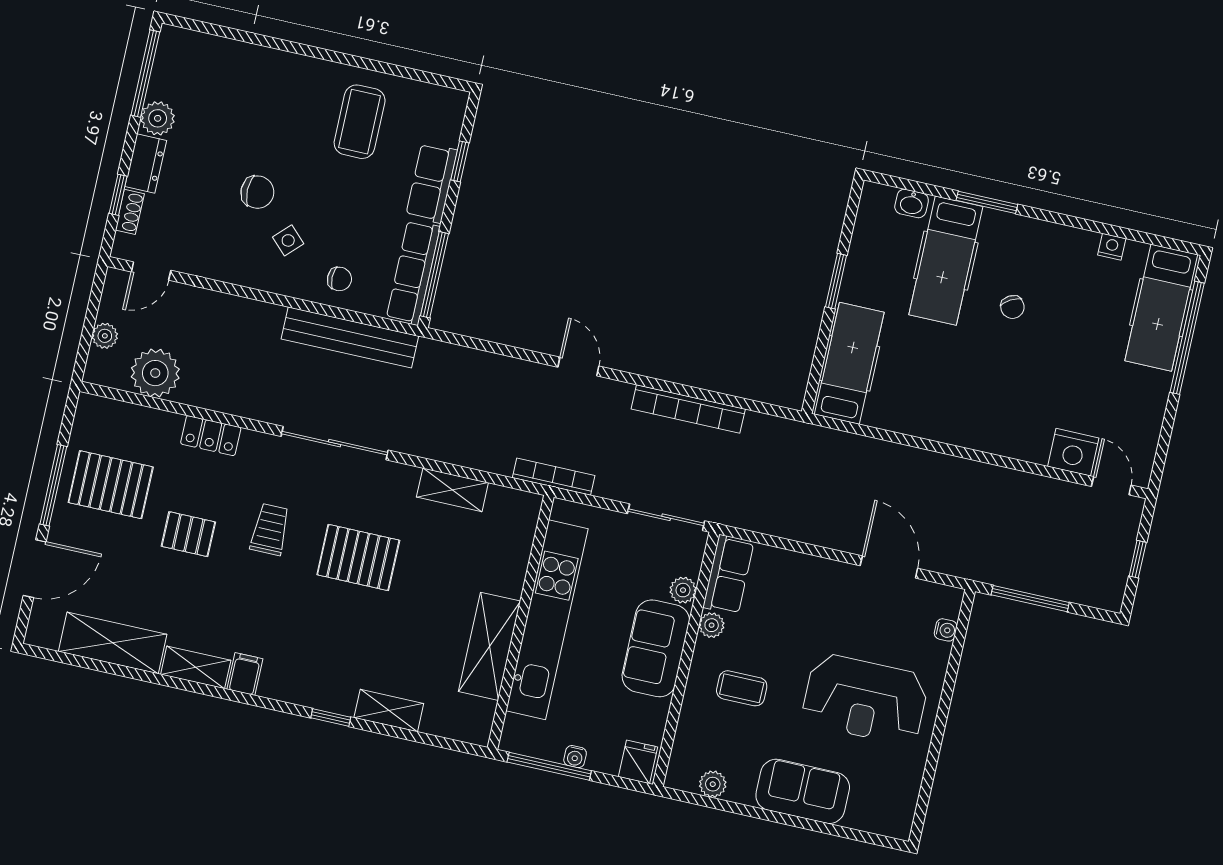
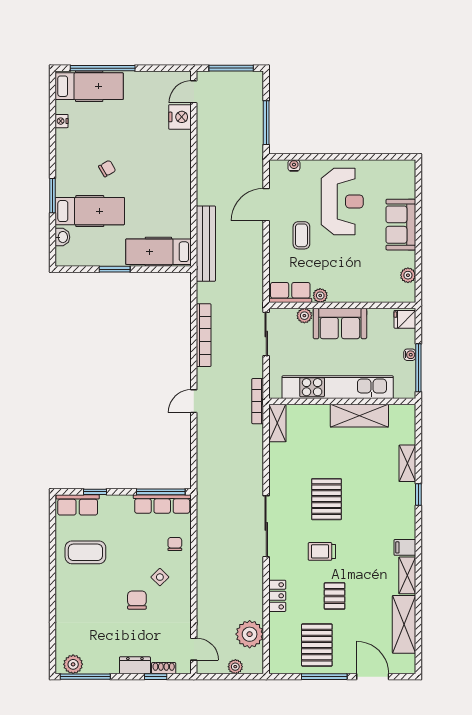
plant: (158, 118) -> (73, 664), moved
row of seats: (432, 183) -> (78, 505), moved
bench: (350, 337) -> (206, 244), moved
shelving: (452, 490) -> (277, 423), moved
window: (1138, 559) -> (231, 68), width x2.17
coffee table: (742, 688) -> (301, 235), moved

